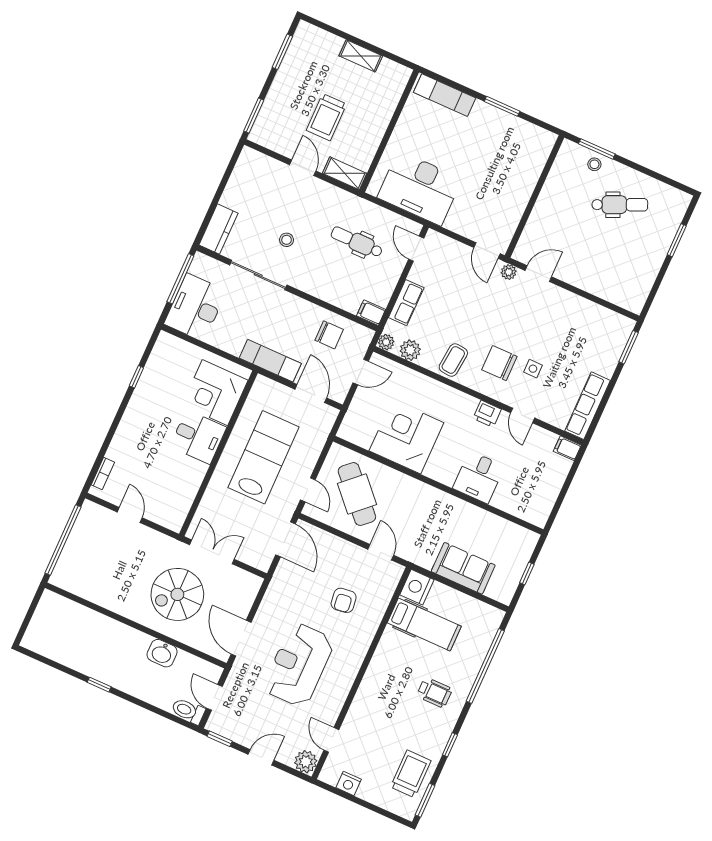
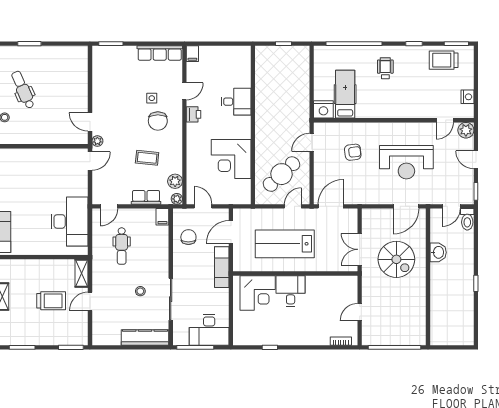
kitchen counter: (218, 229) -> (145, 337), width x1.50
coffee table: (453, 360) -> (147, 158), moved
sofa: (463, 568) -> (298, 85), removed

